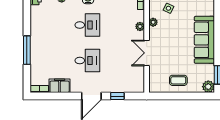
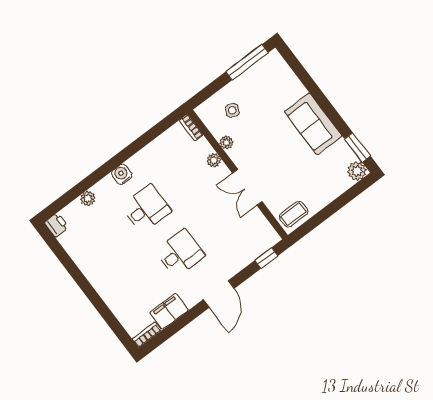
sofa: (204, 40) -> (313, 124), width x0.73
window: (27, 50) -> (94, 298), removed
coffee table: (178, 80) -> (294, 214), moved
window: (117, 96) -> (266, 258), moved

